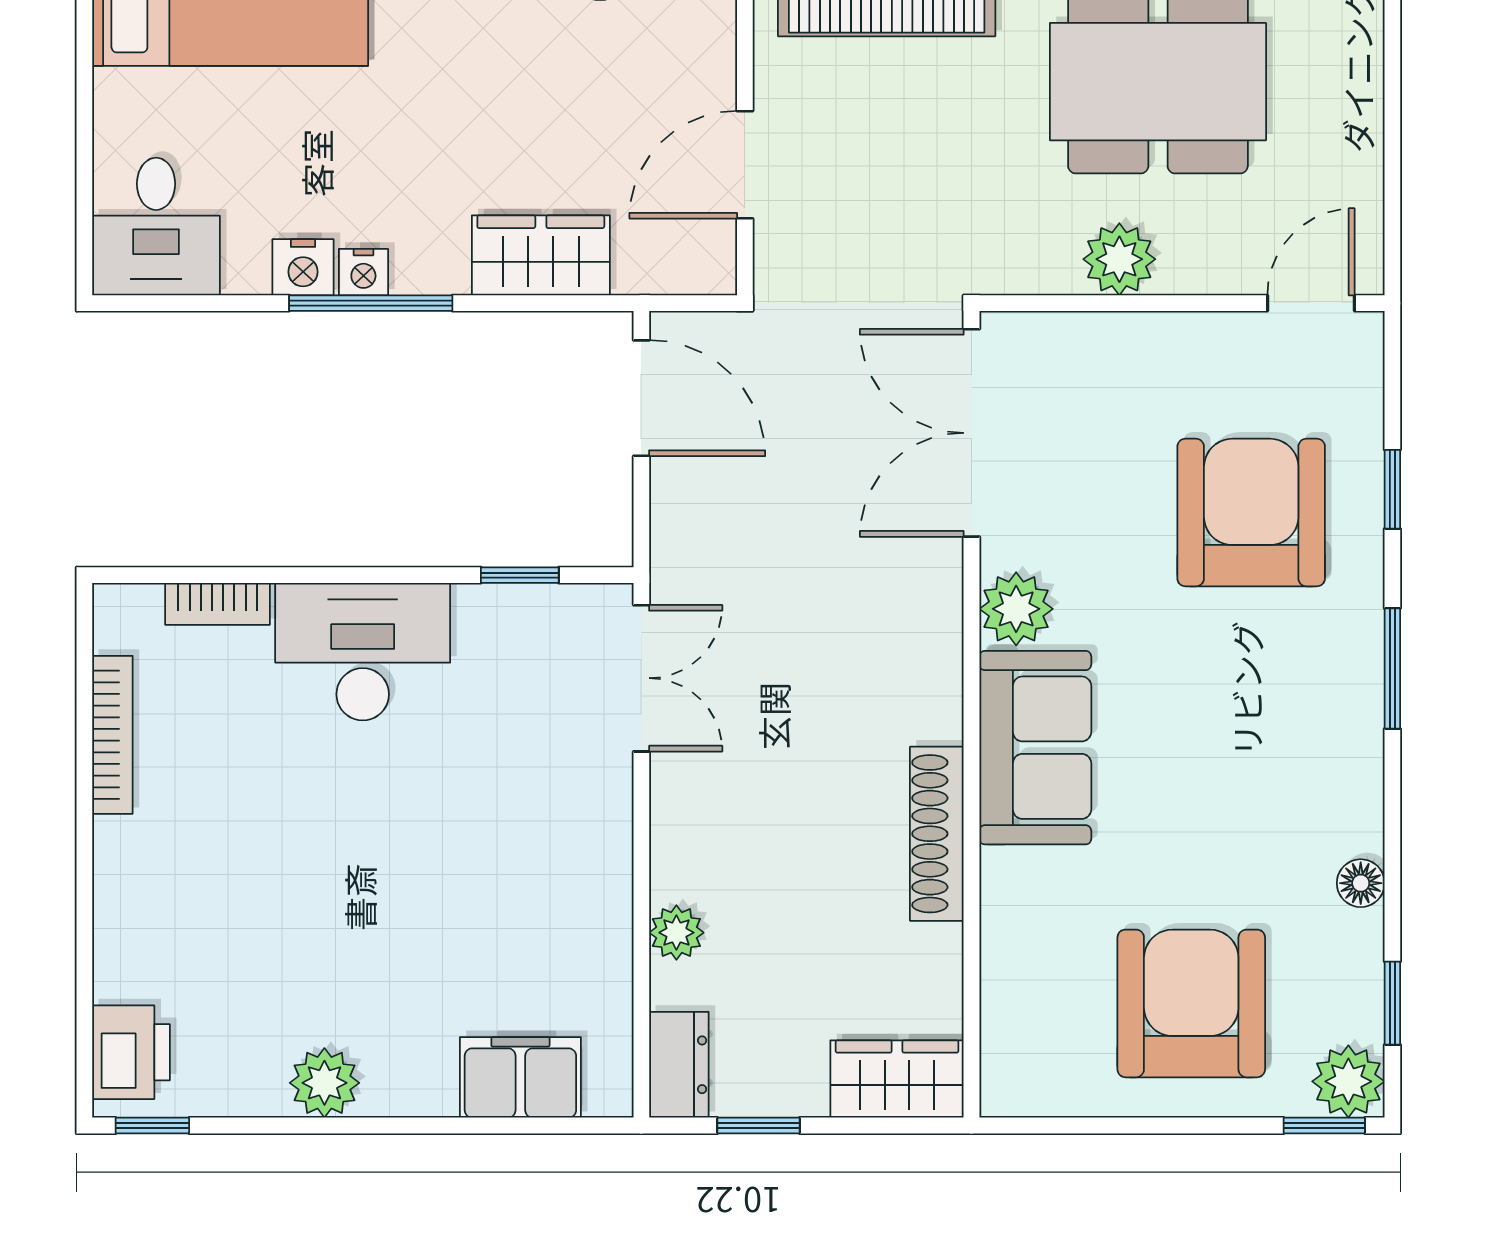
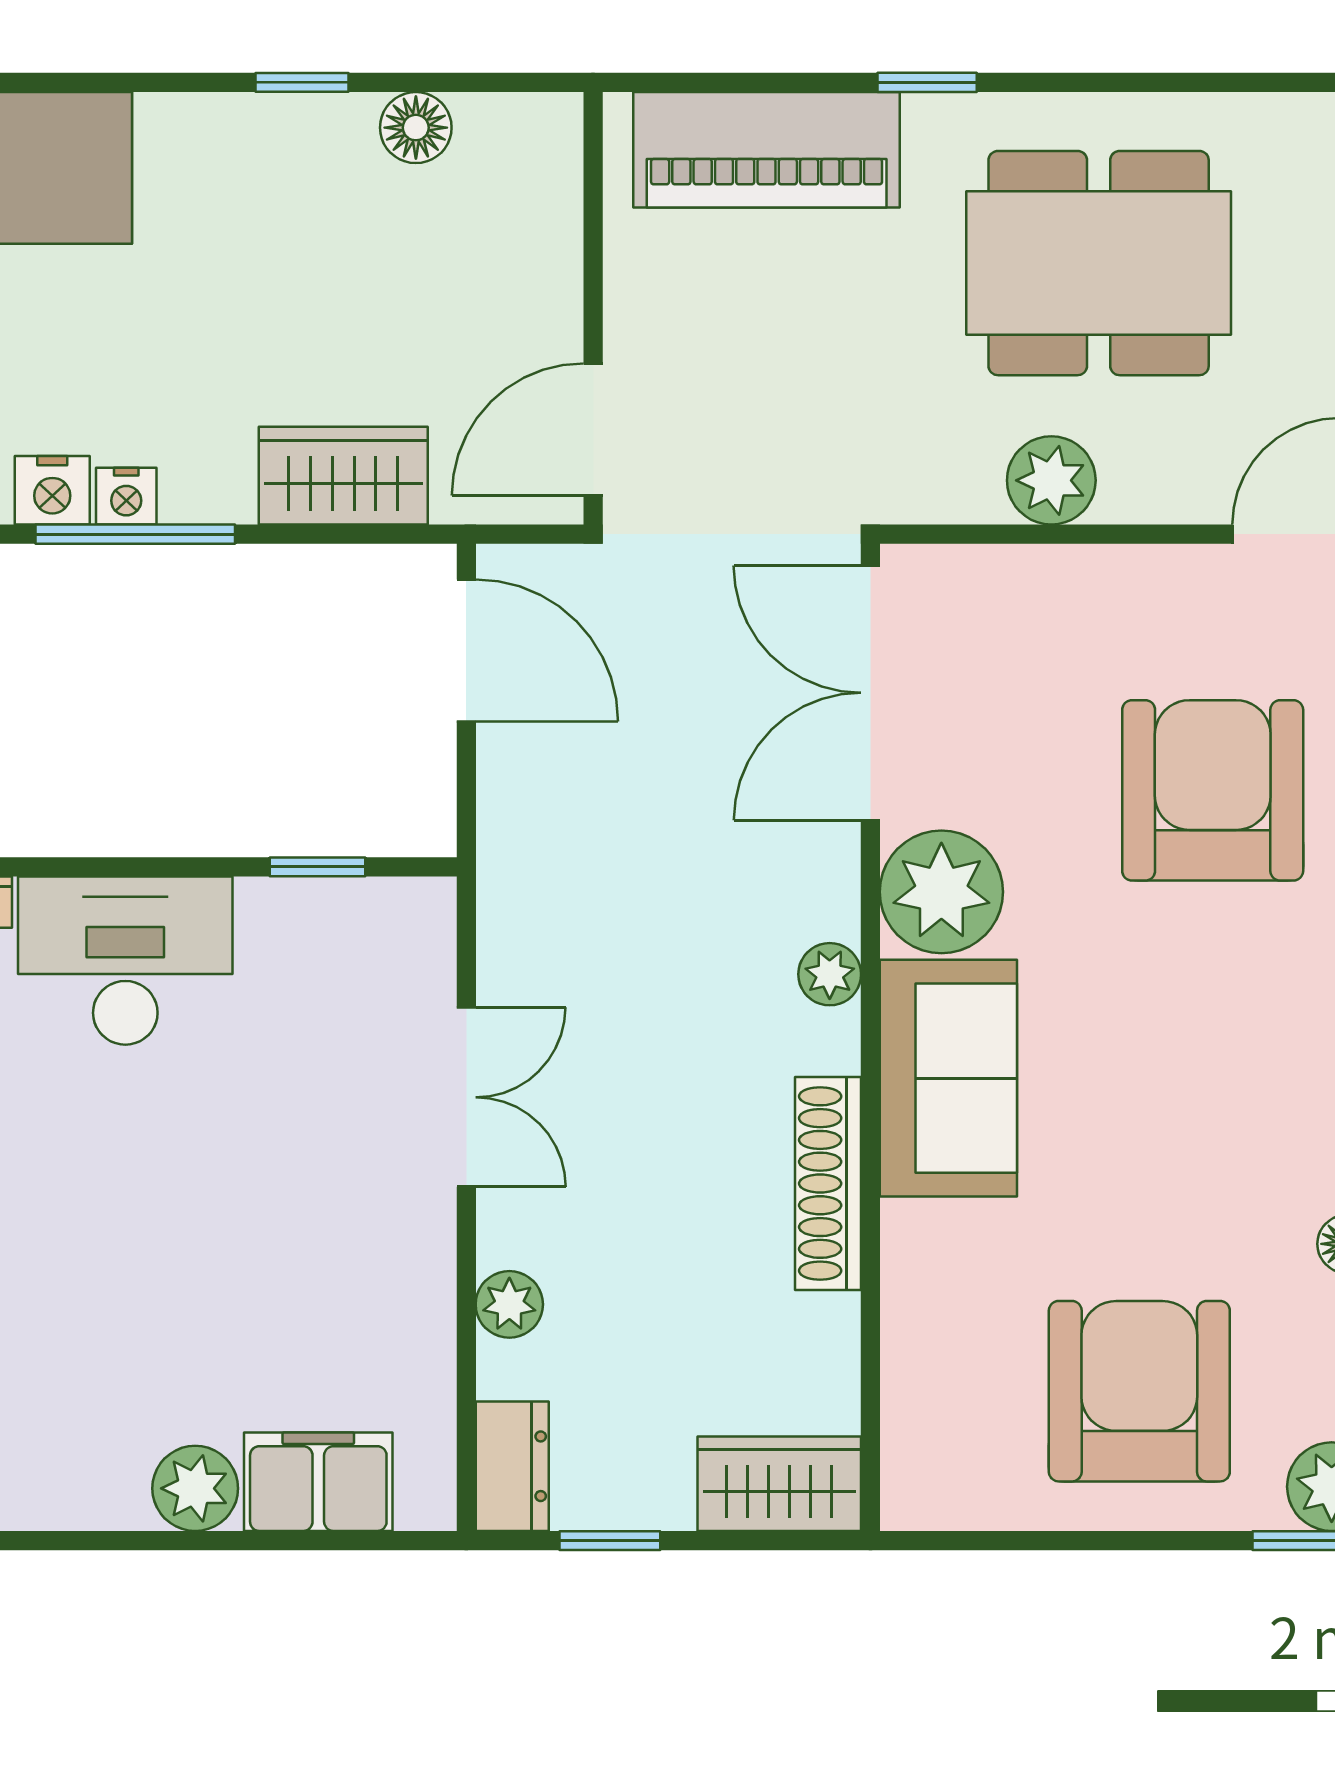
door: (745, 165) -> (593, 429), moved
plant: (1016, 609) -> (941, 892), width x1.36, depth x1.36
plant: (938, 663) -> (830, 974), added
double door: (641, 678) -> (466, 1097), moved
plant: (324, 1083) -> (195, 1488), moved

